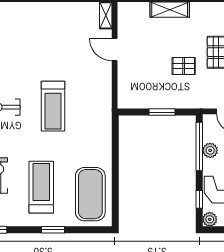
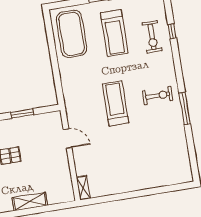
door: (115, 50) -> (68, 138), moved

